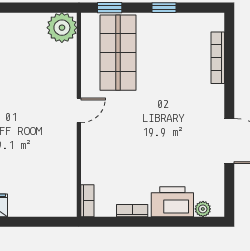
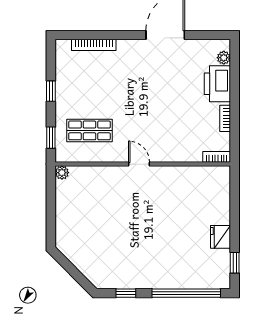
plant: (62, 28) -> (62, 173), width x0.53, depth x0.53
shop shelf: (118, 53) -> (89, 130), width x0.70, depth x0.74

